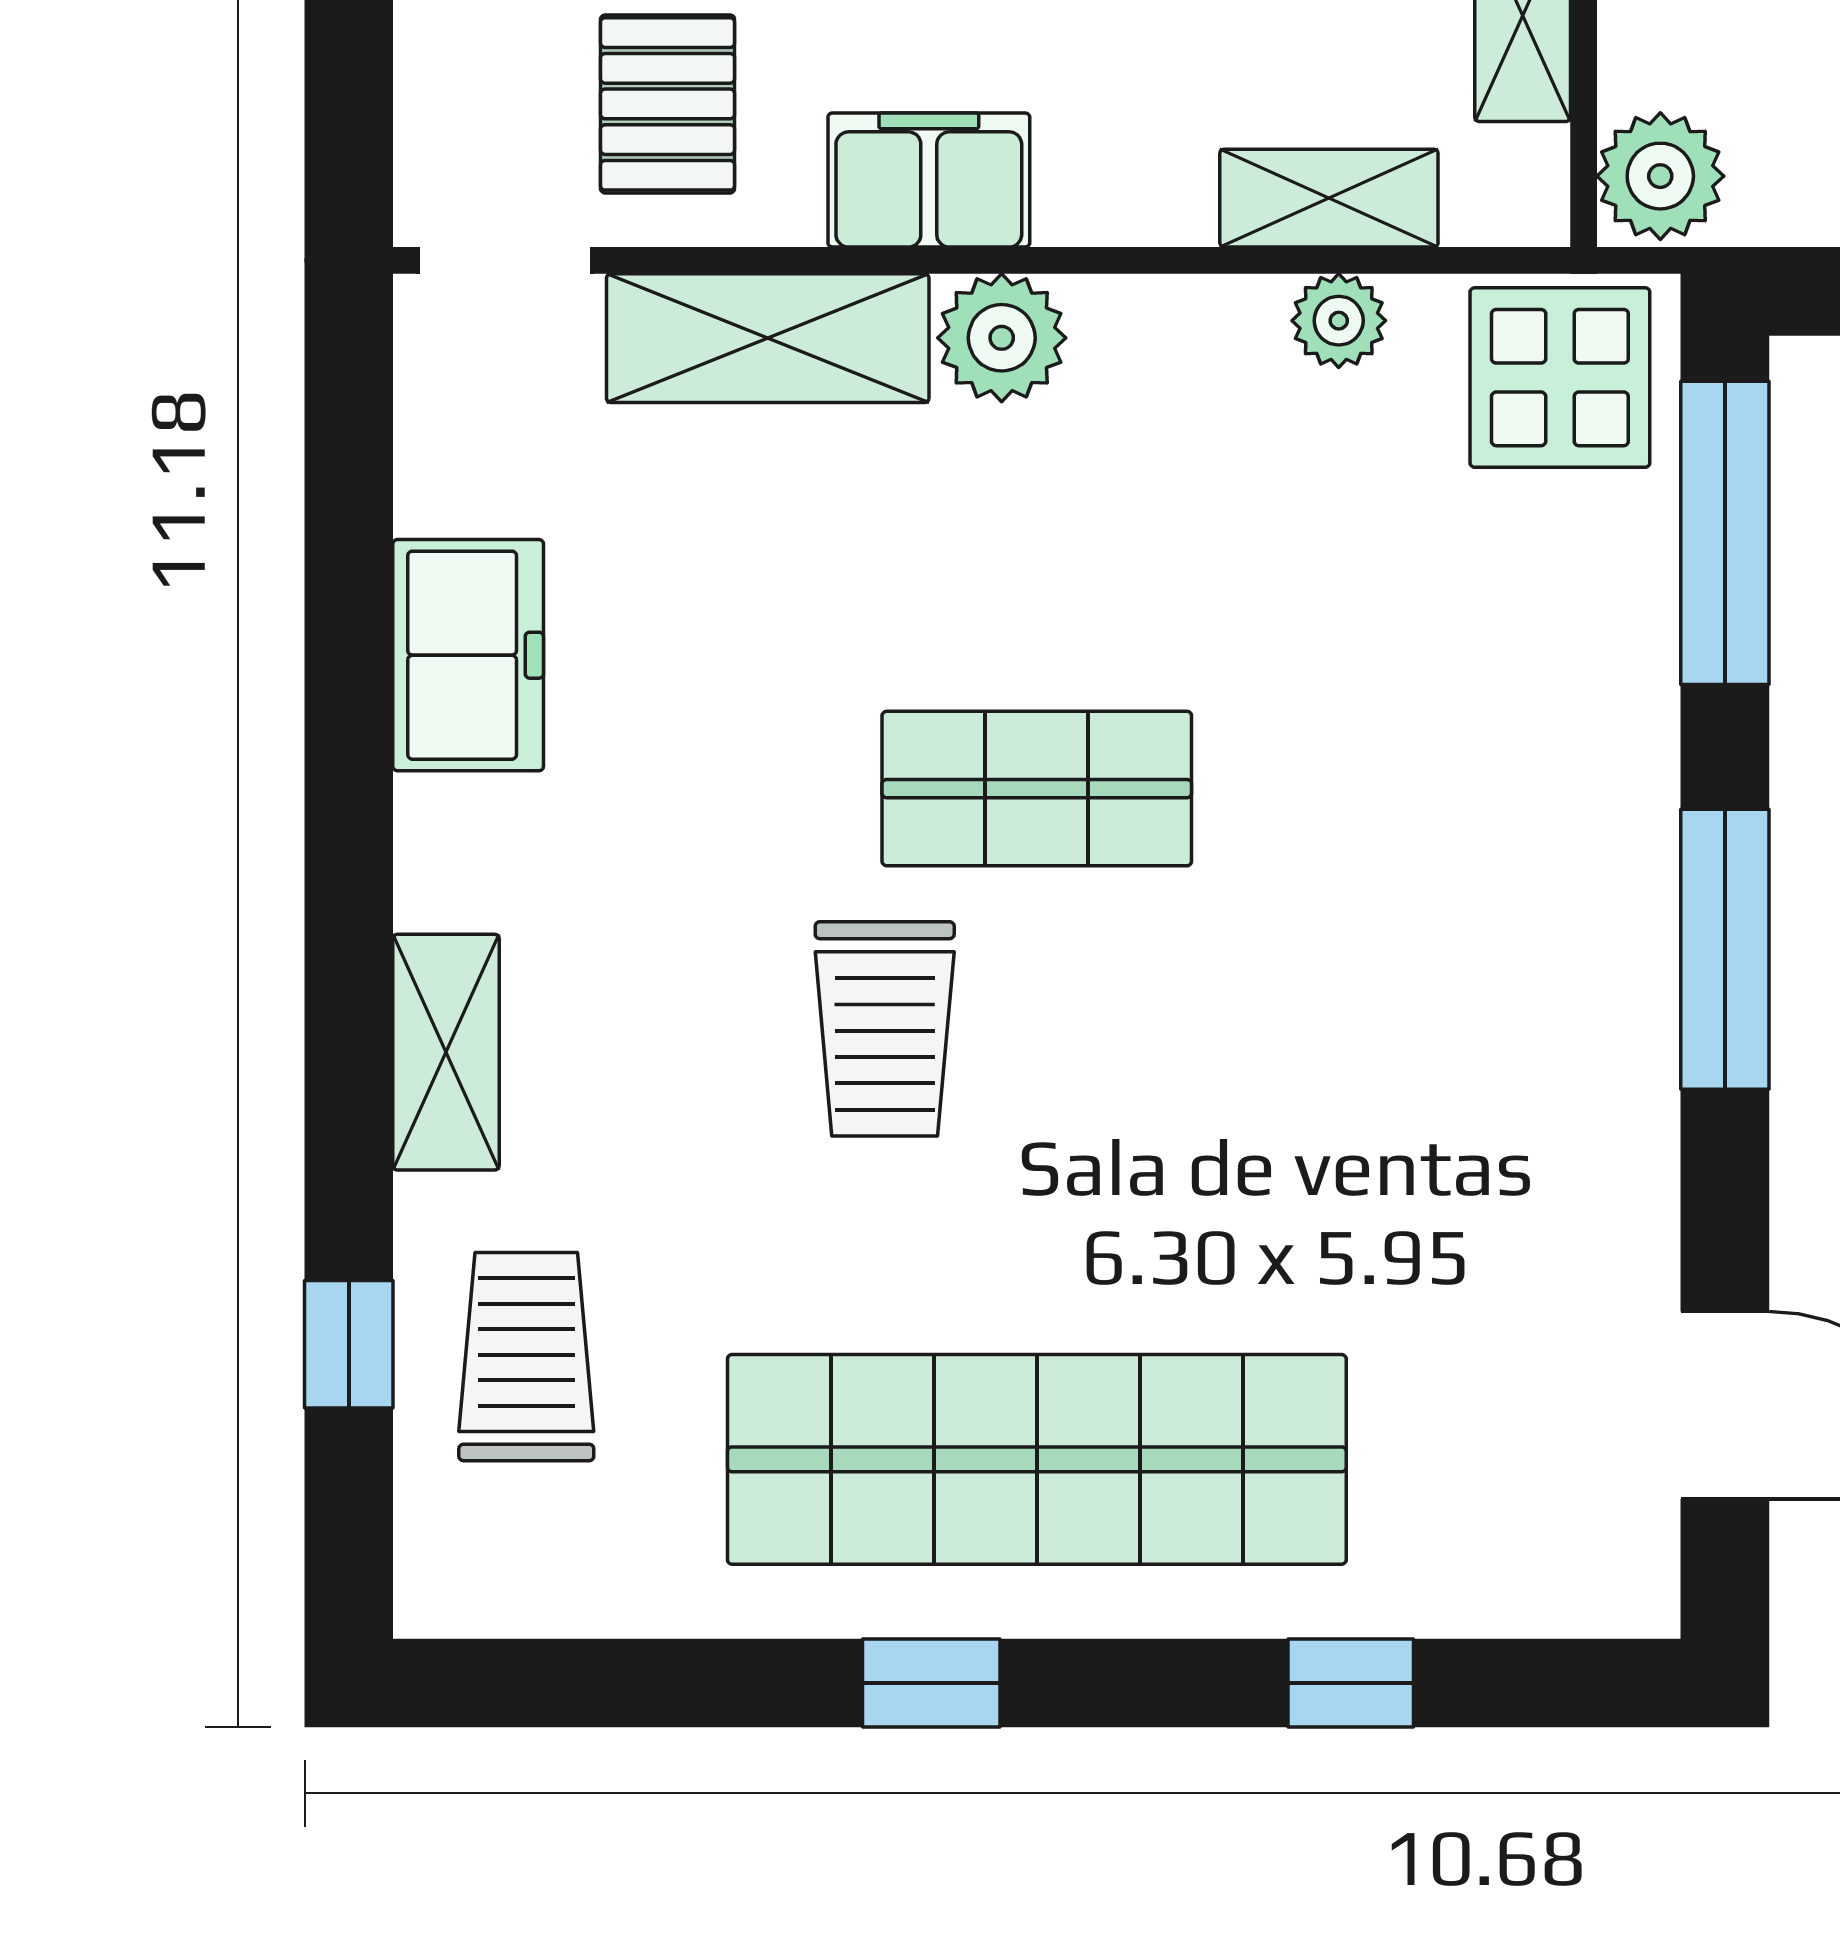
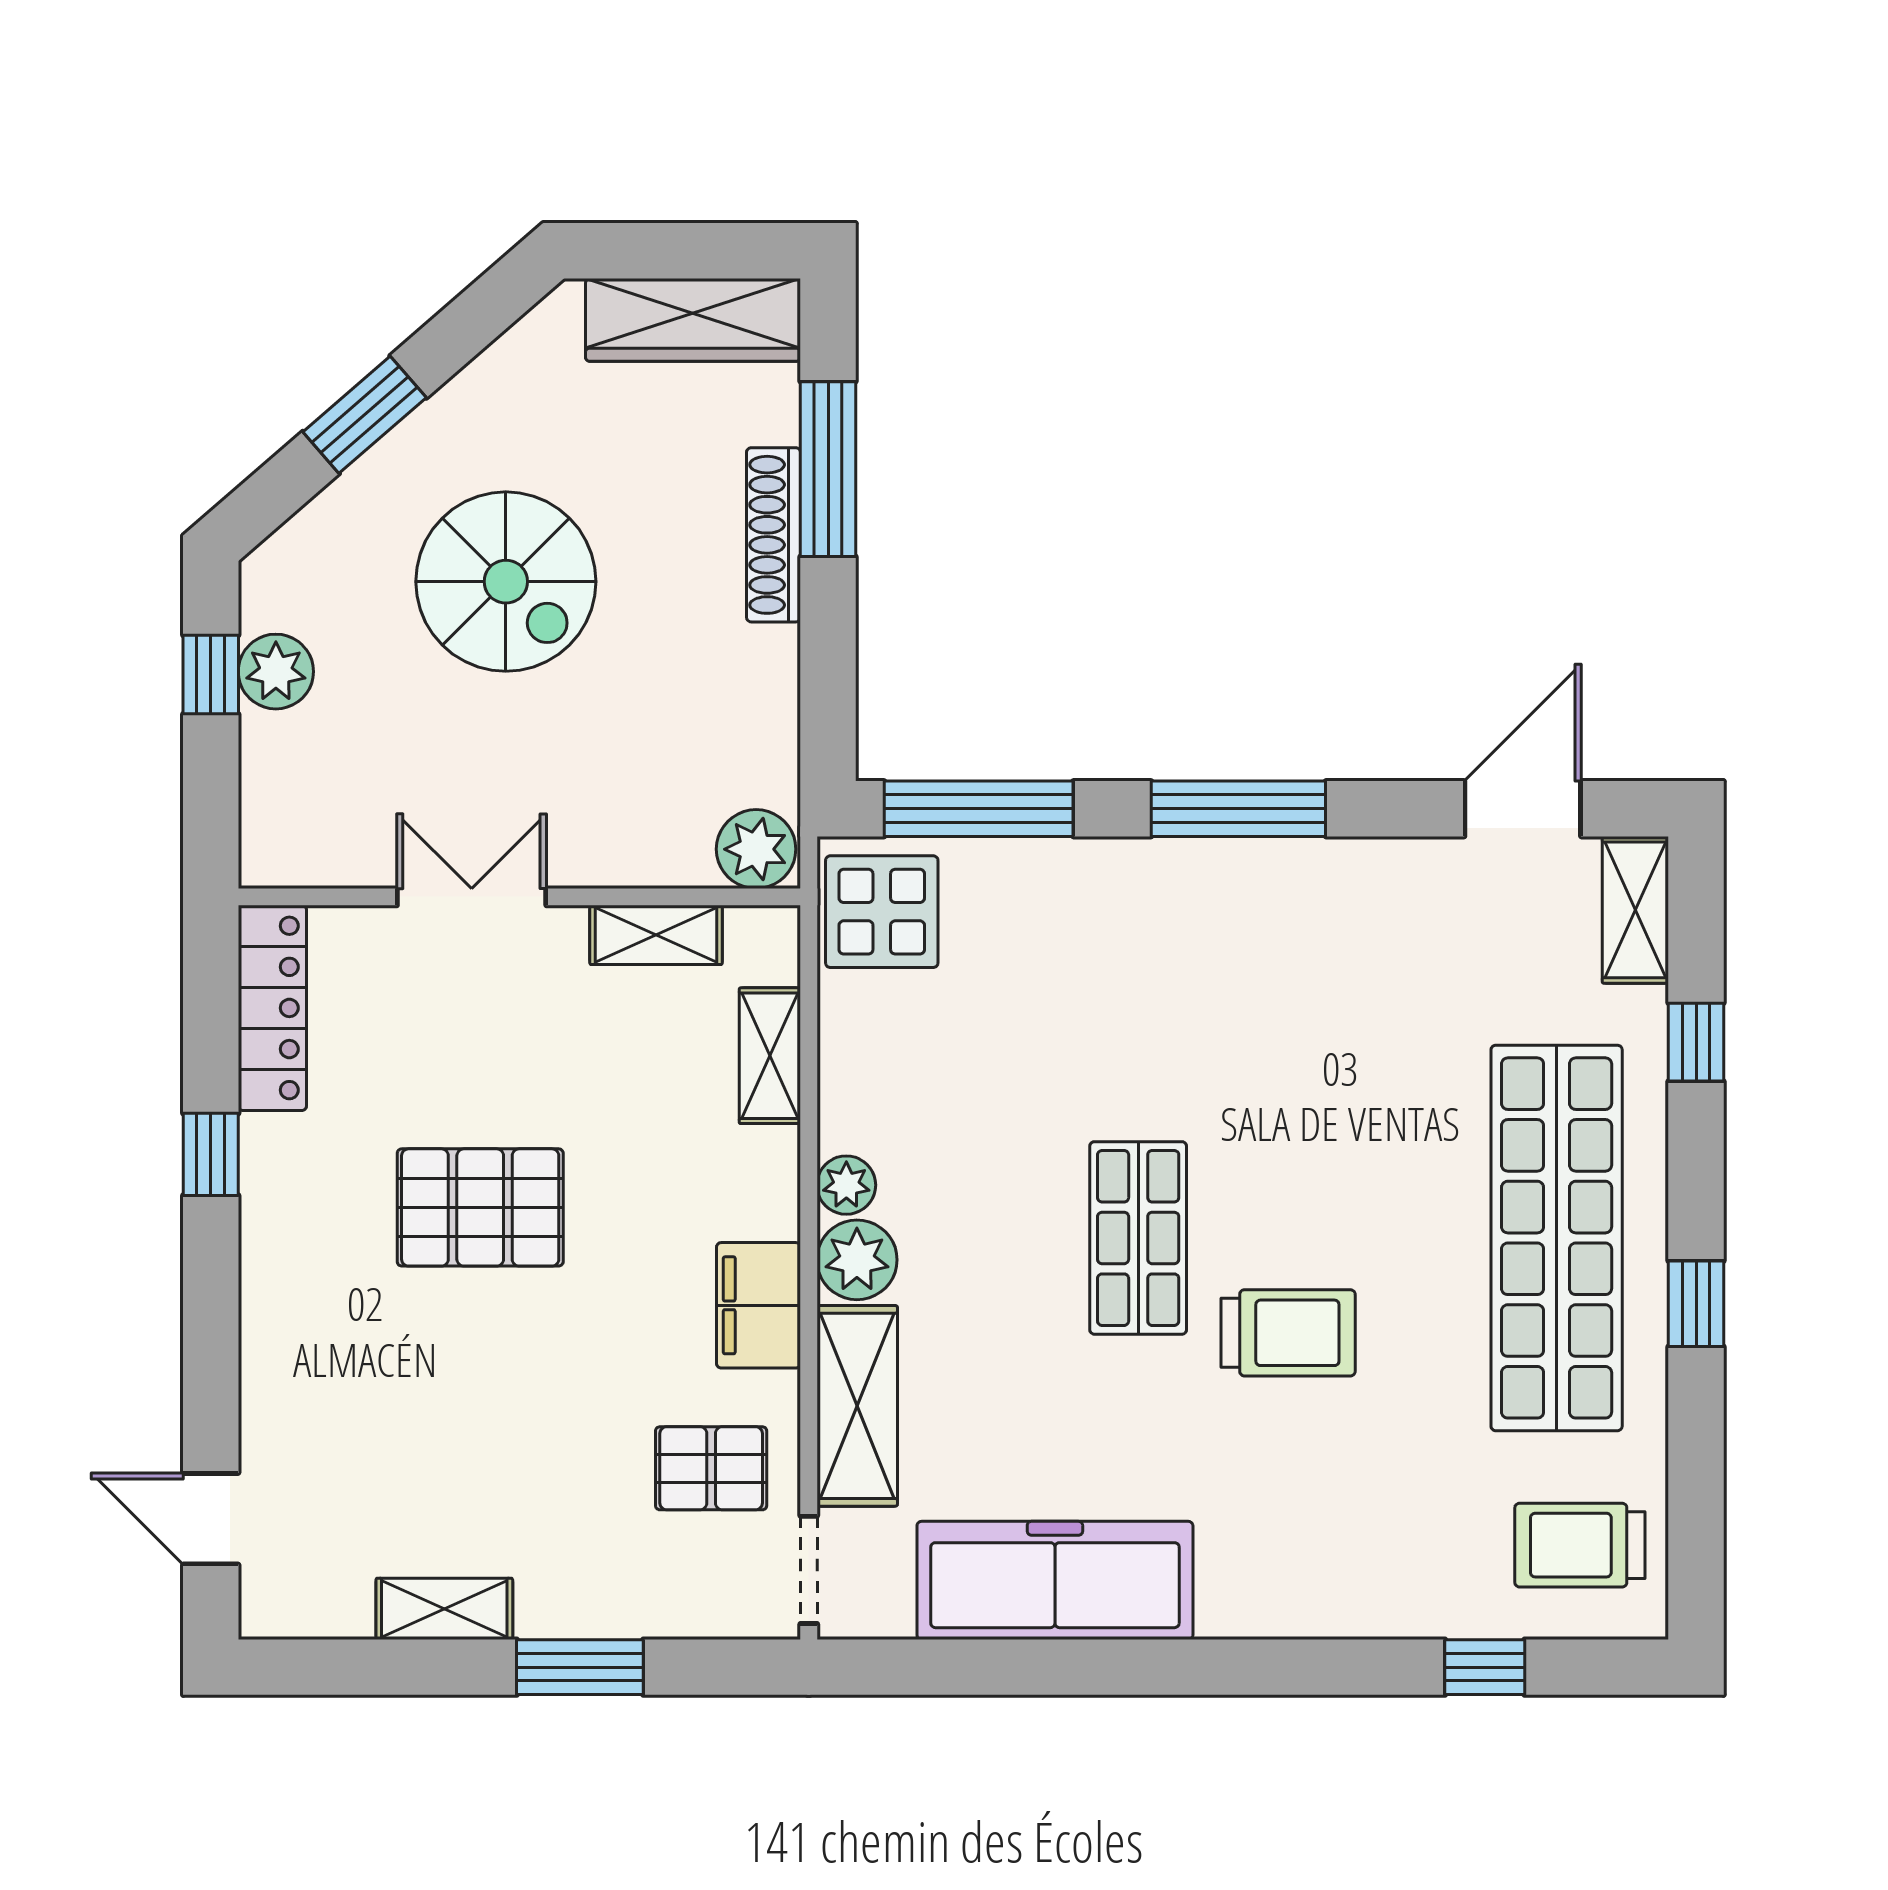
plant: (1339, 321) -> (846, 1185), moved
freezer: (468, 655) -> (1055, 1580), width x1.91, depth x1.26
shelving: (446, 1052) -> (1635, 910), moved, turned 90
trolley: (526, 1357) -> (1580, 1545), moved

